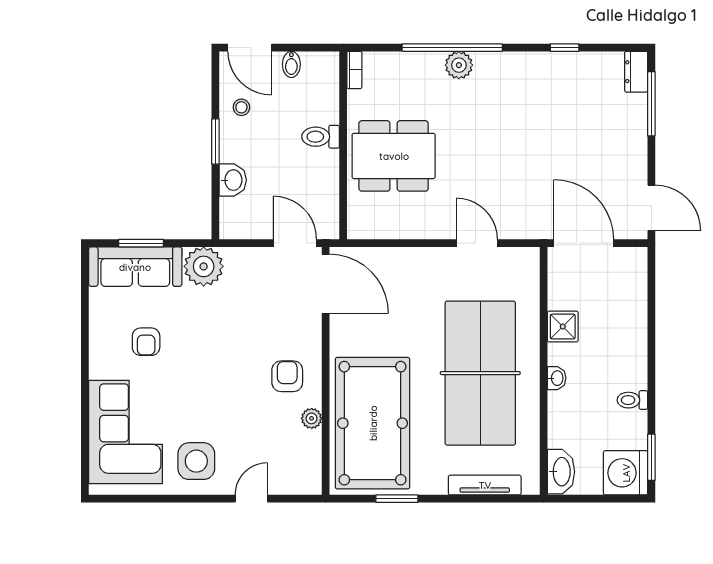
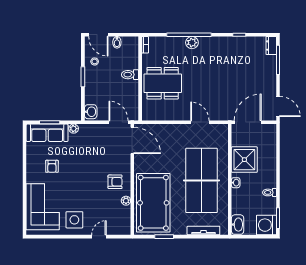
washbasin: (233, 180) -> (91, 112), moved
door: (584, 243) -> (248, 122), hinge flipped
plant: (204, 266) -> (74, 129), width x0.53, depth x0.53
shower: (563, 327) -> (244, 160), width x1.86, depth x1.86
armchair: (287, 376) -> (115, 182), turned 90

